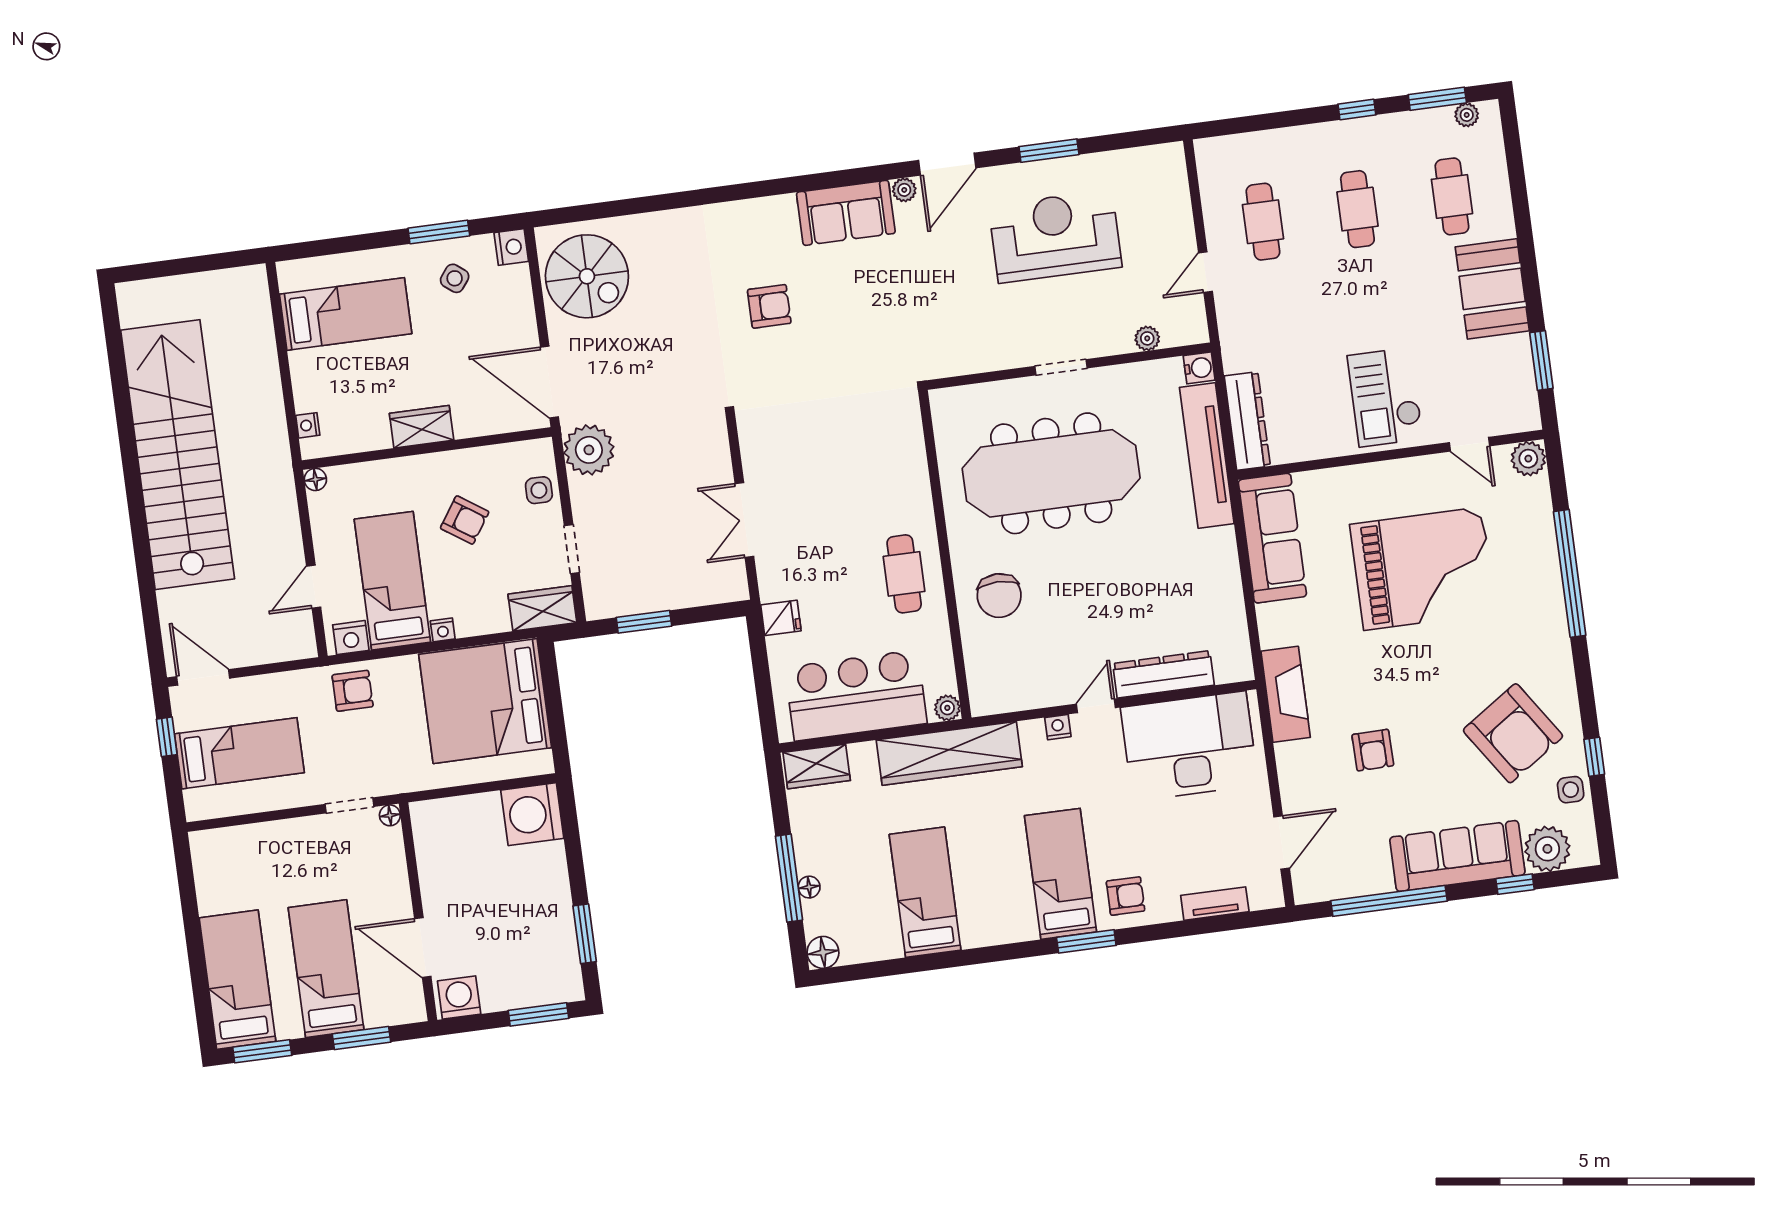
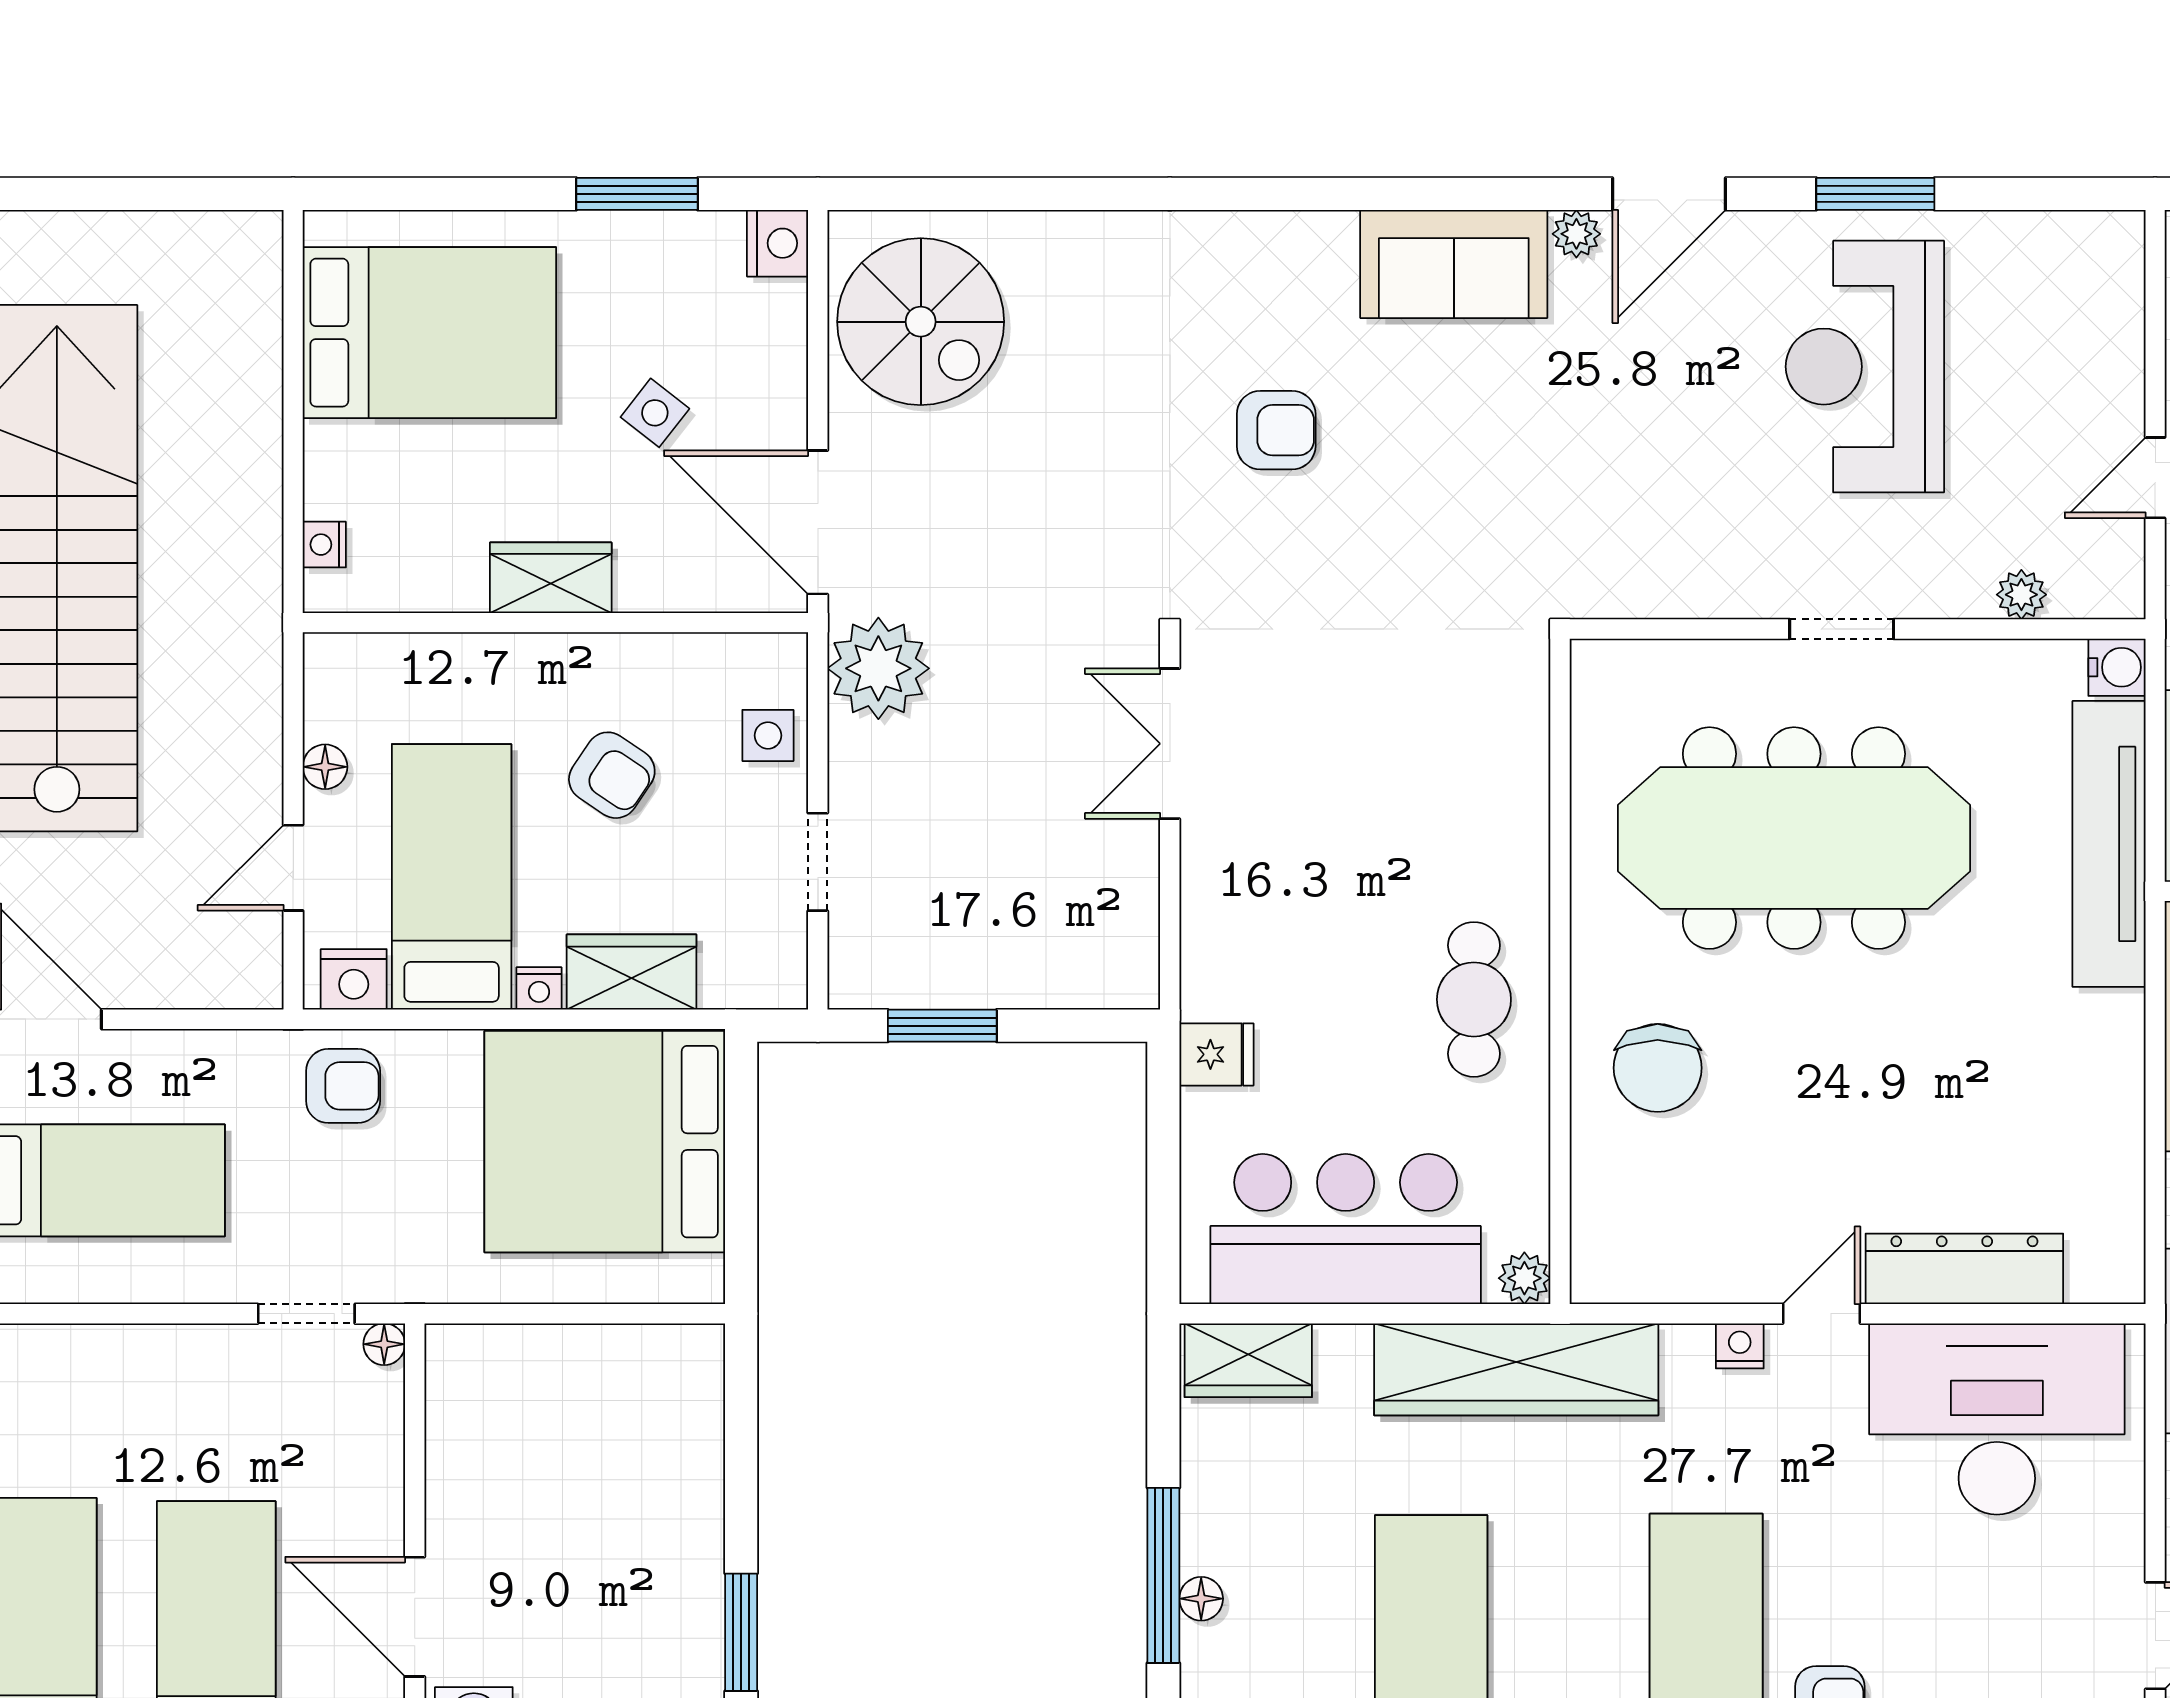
reception desk: (1055, 236) -> (1865, 367), turned -90
side table: (455, 278) -> (655, 413), moved
bed: (346, 314) -> (429, 333), width x1.50
floor lamp: (315, 479) -> (325, 767), moved
double door: (744, 520) -> (1170, 744), moved
wardrobe: (542, 608) -> (632, 972), moved
washing machine: (532, 814) -> (669, 1380), removed

